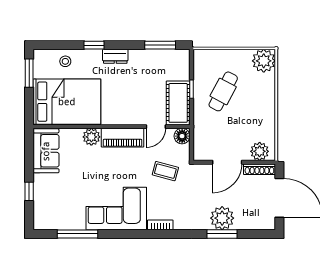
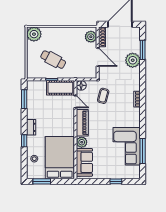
sofa: (46, 151) -> (84, 162), moved, turned 90
corner sofa: (116, 209) -> (127, 146), moved
window: (222, 234) -> (143, 50), moved

